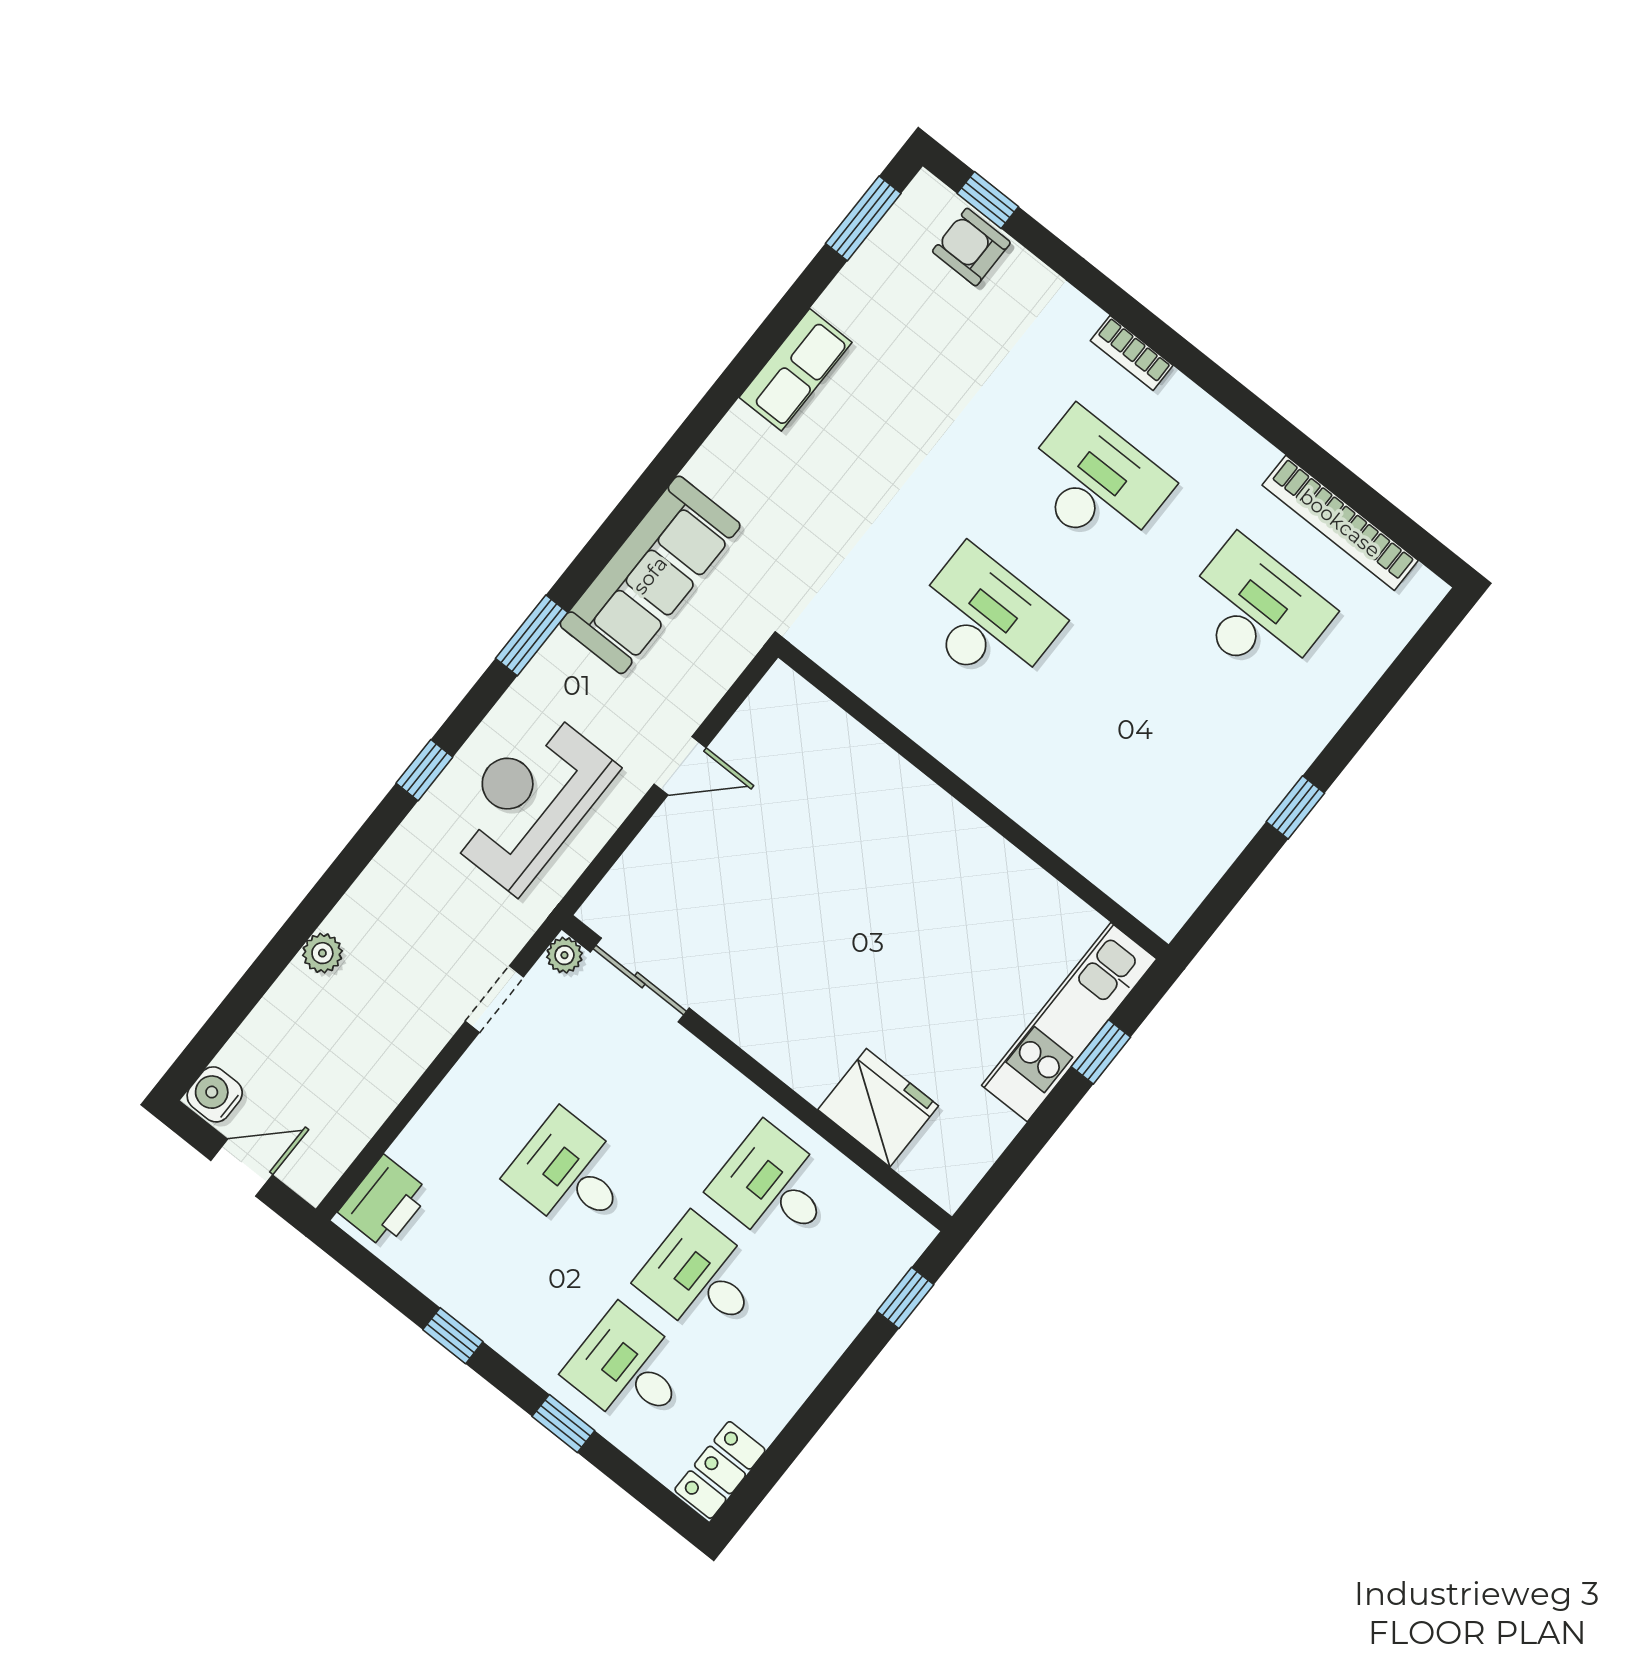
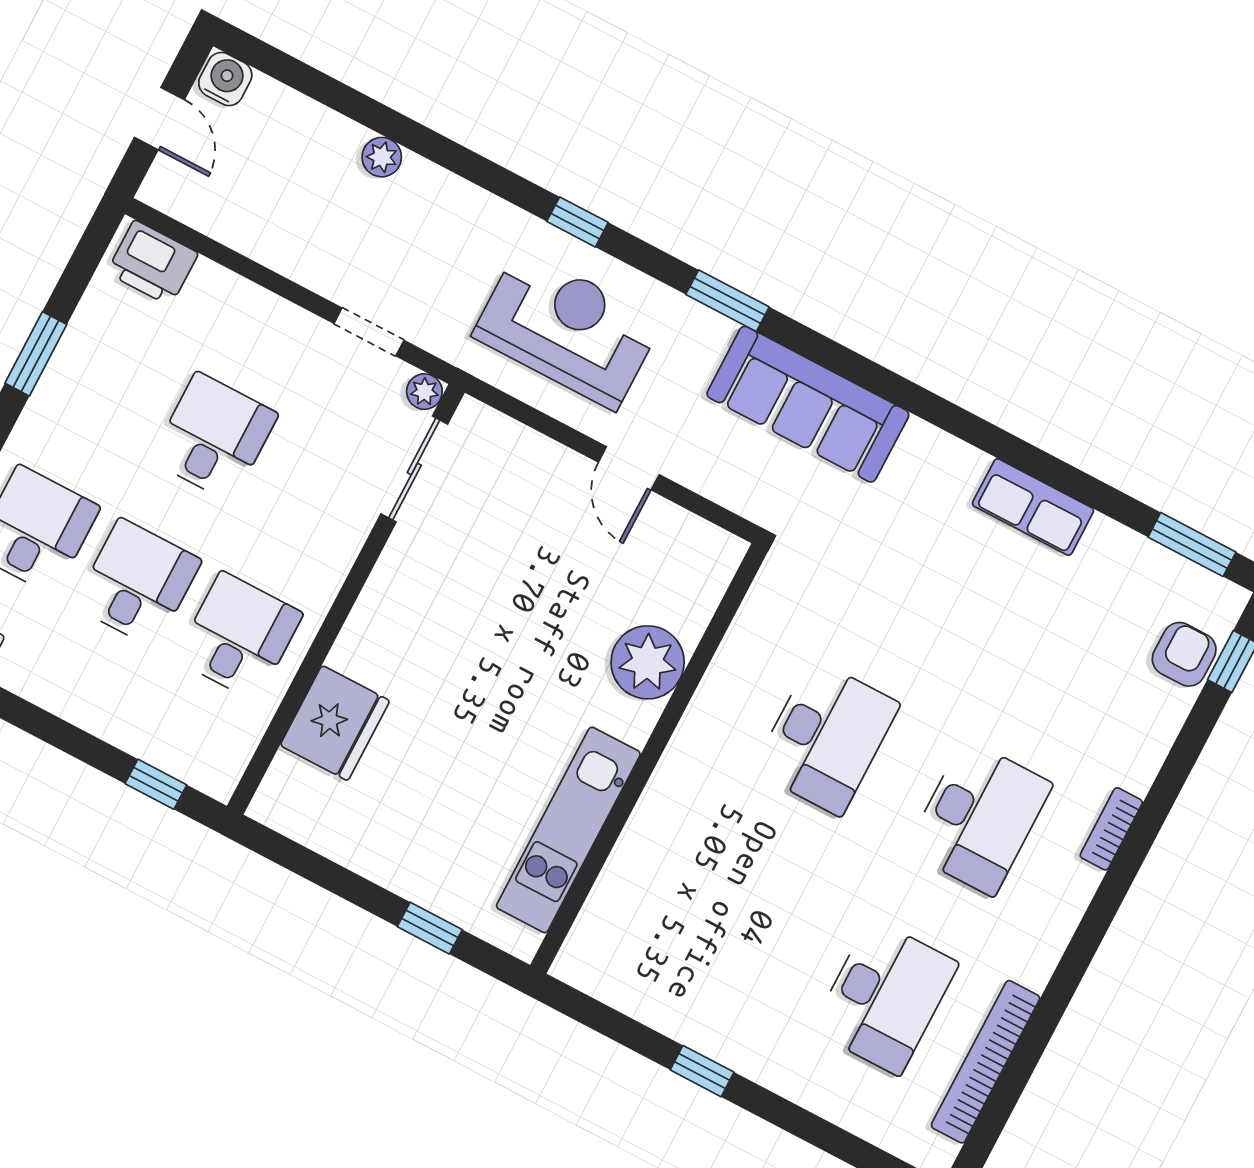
plant: (877, 784) -> (648, 662), added
kitchen unit: (1069, 1022) -> (568, 830), moved, turned -90
window: (453, 1336) -> (36, 354), width x1.50

